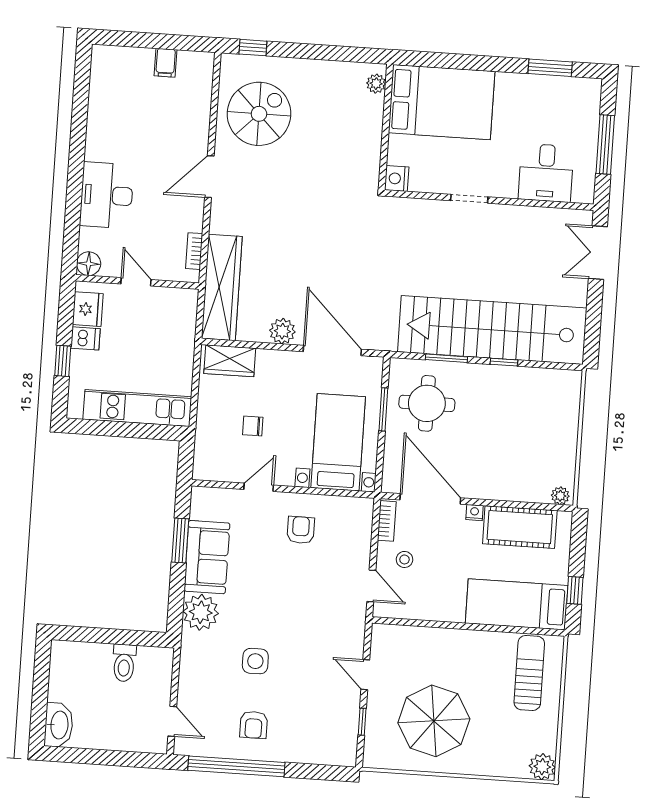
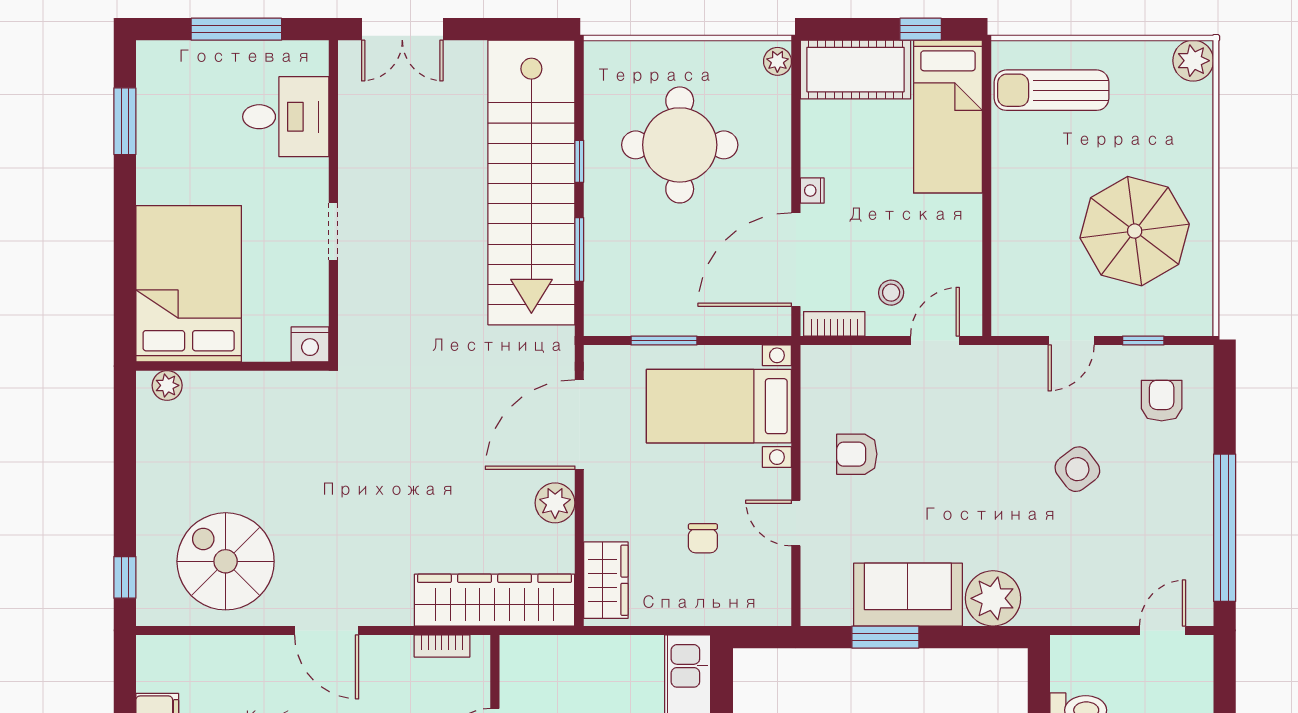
round table: (427, 403) -> (680, 145), moved, width x1.36, depth x1.36
cot: (520, 527) -> (855, 70), moved, turned 90
side table: (255, 661) -> (1077, 469), moved, turned -37
armchair: (254, 725) -> (1162, 401), moved, turned -90

